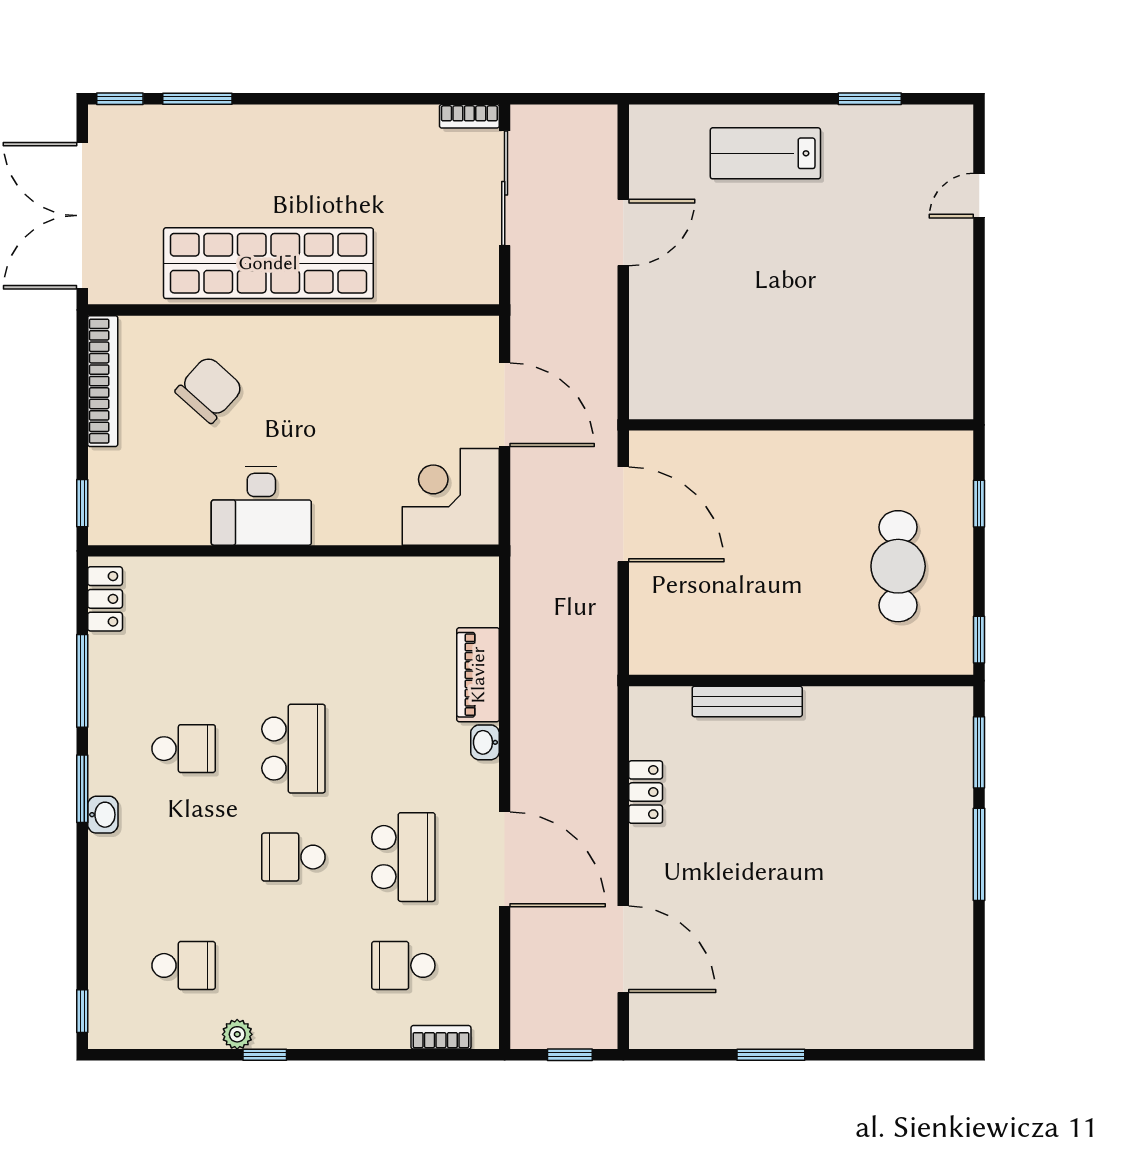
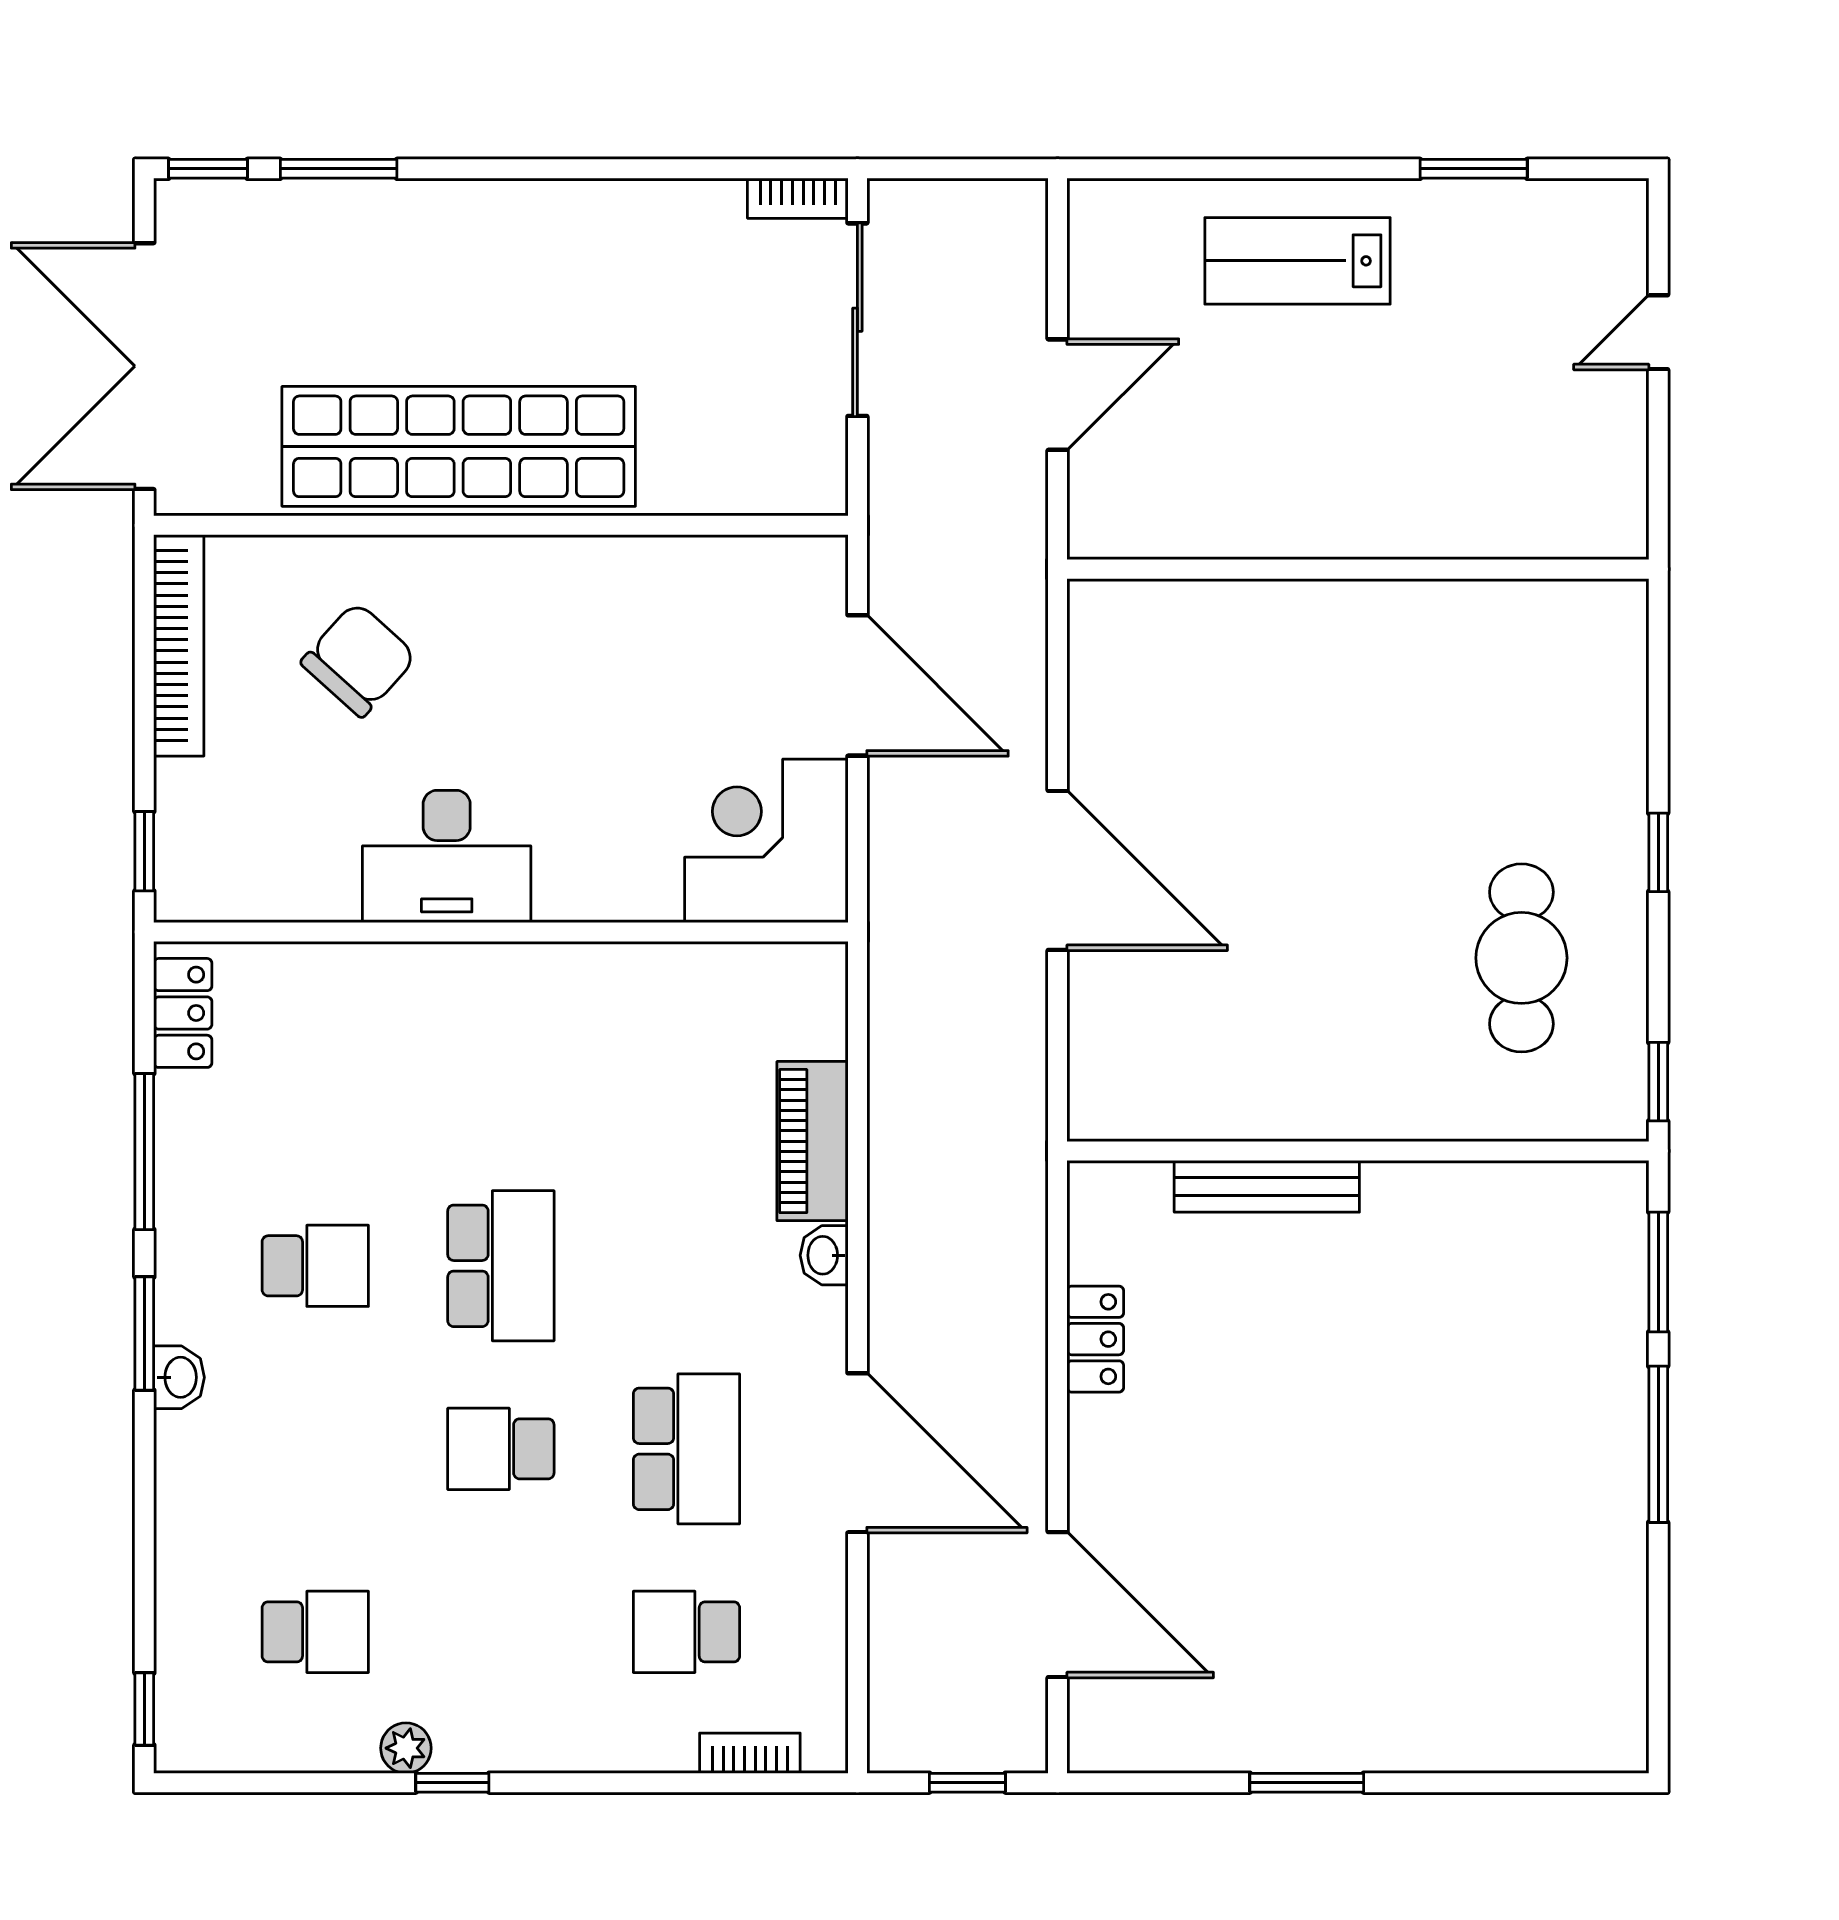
wall: (801, 425) -> (1358, 569), moved

